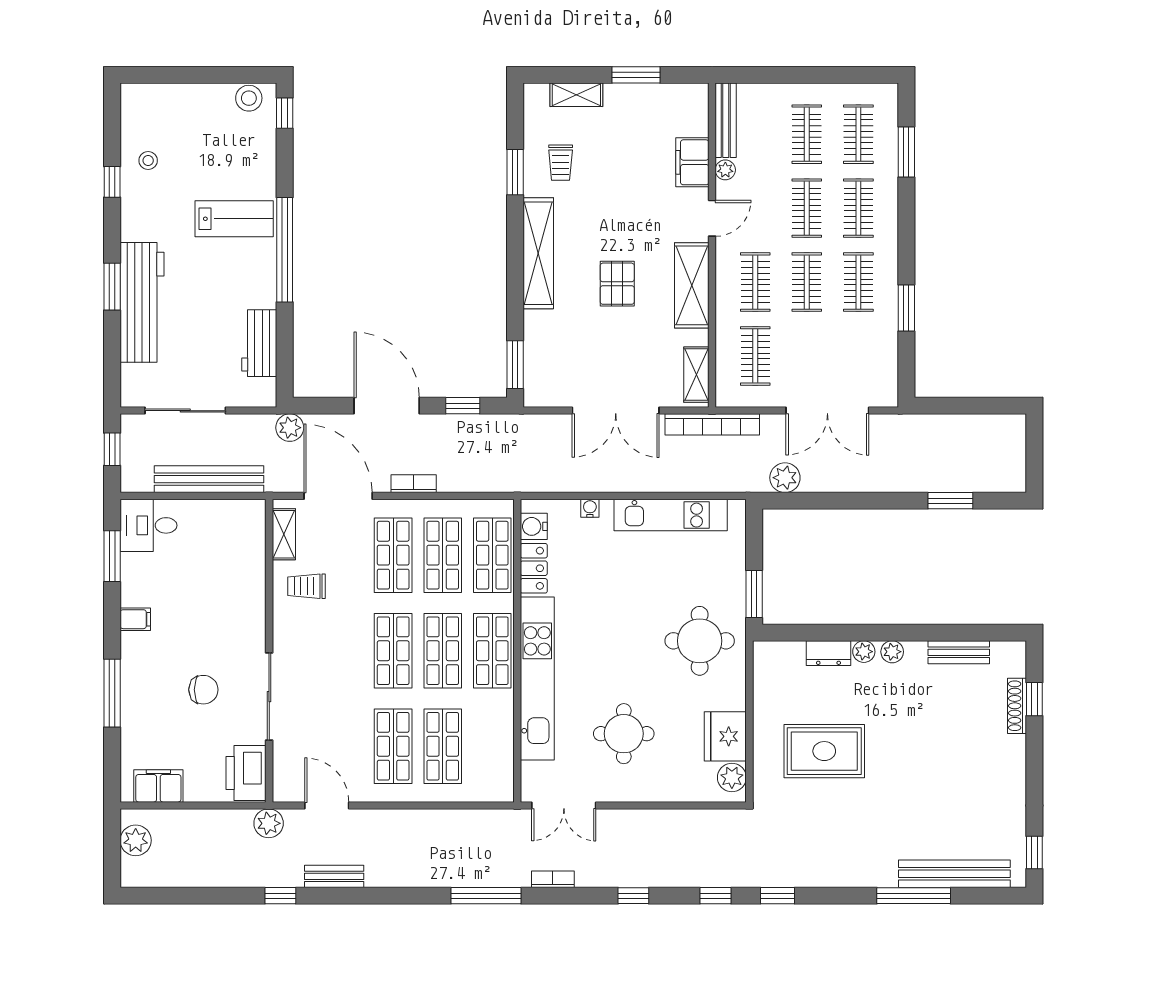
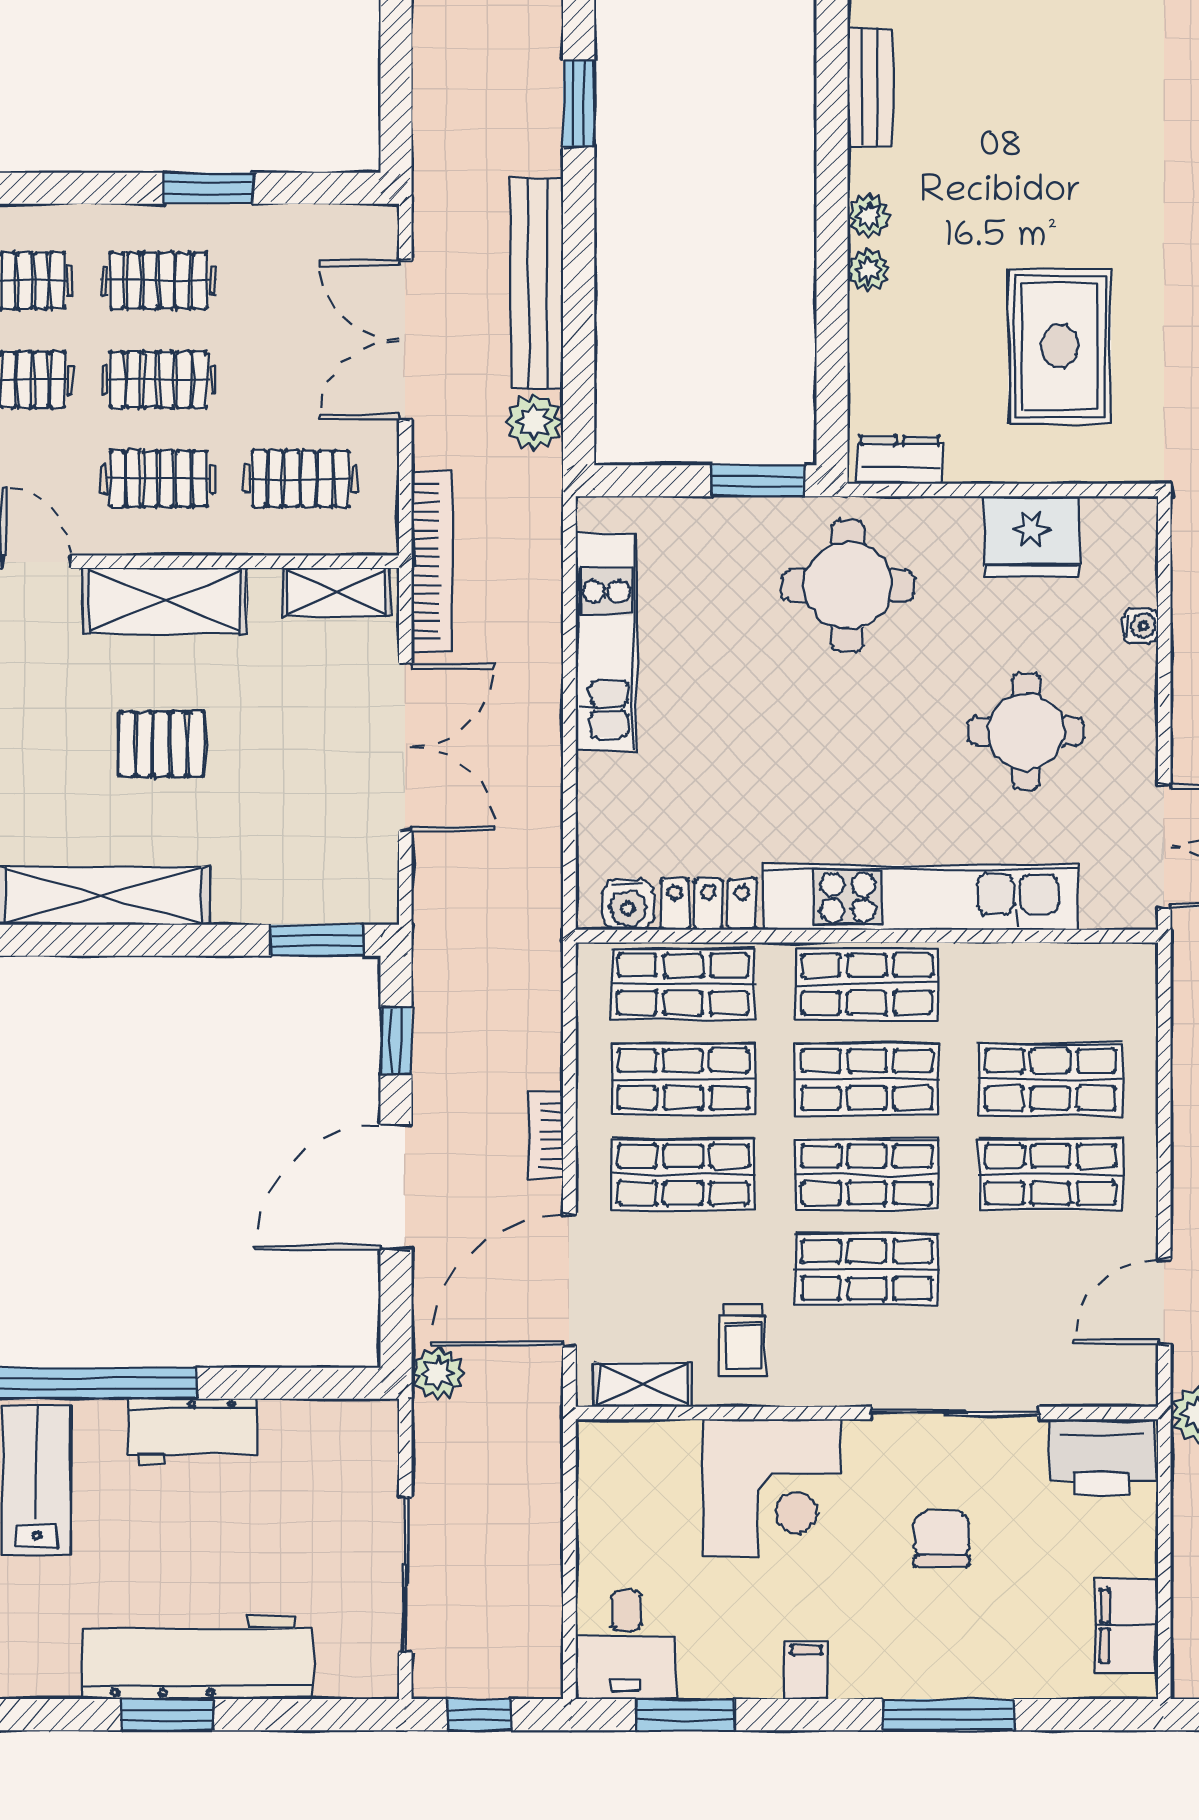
workbench: (259, 343) -> (192, 1432), moved
double door: (827, 411) -> (405, 340), swing flipped
bench: (209, 479) -> (537, 284), moved
water cooler: (590, 508) -> (1141, 626), moved, turned 180
corner desk: (230, 601) -> (771, 1488), added
shop shelf: (344, 651) -> (867, 1270), added
dresser: (828, 653) -> (900, 460), moved, turned -90
plant: (732, 778) -> (1111, 524), removed

